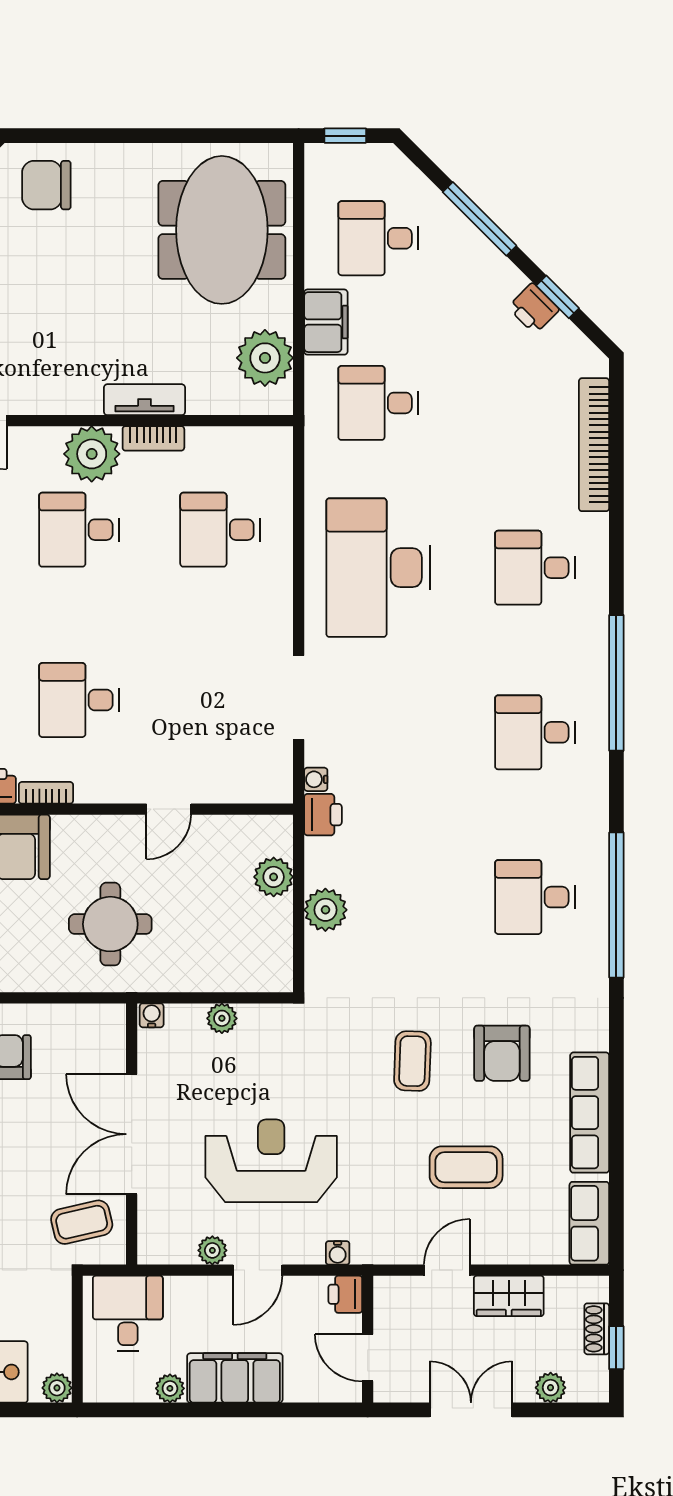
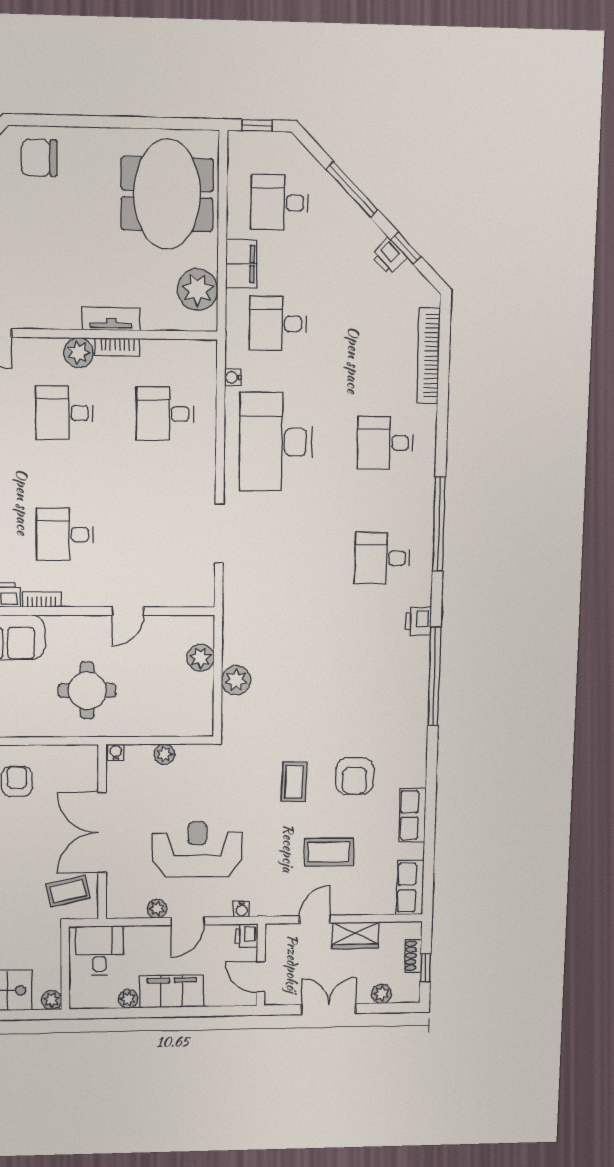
plant: (92, 454) -> (78, 353), width x0.73, depth x0.73
water cooler: (316, 779) -> (233, 378), moved
printer: (323, 815) -> (418, 621), moved, turned 180
desk: (535, 897) -> (379, 671), removed
row of seats: (590, 1113) -> (412, 815), width x0.68

